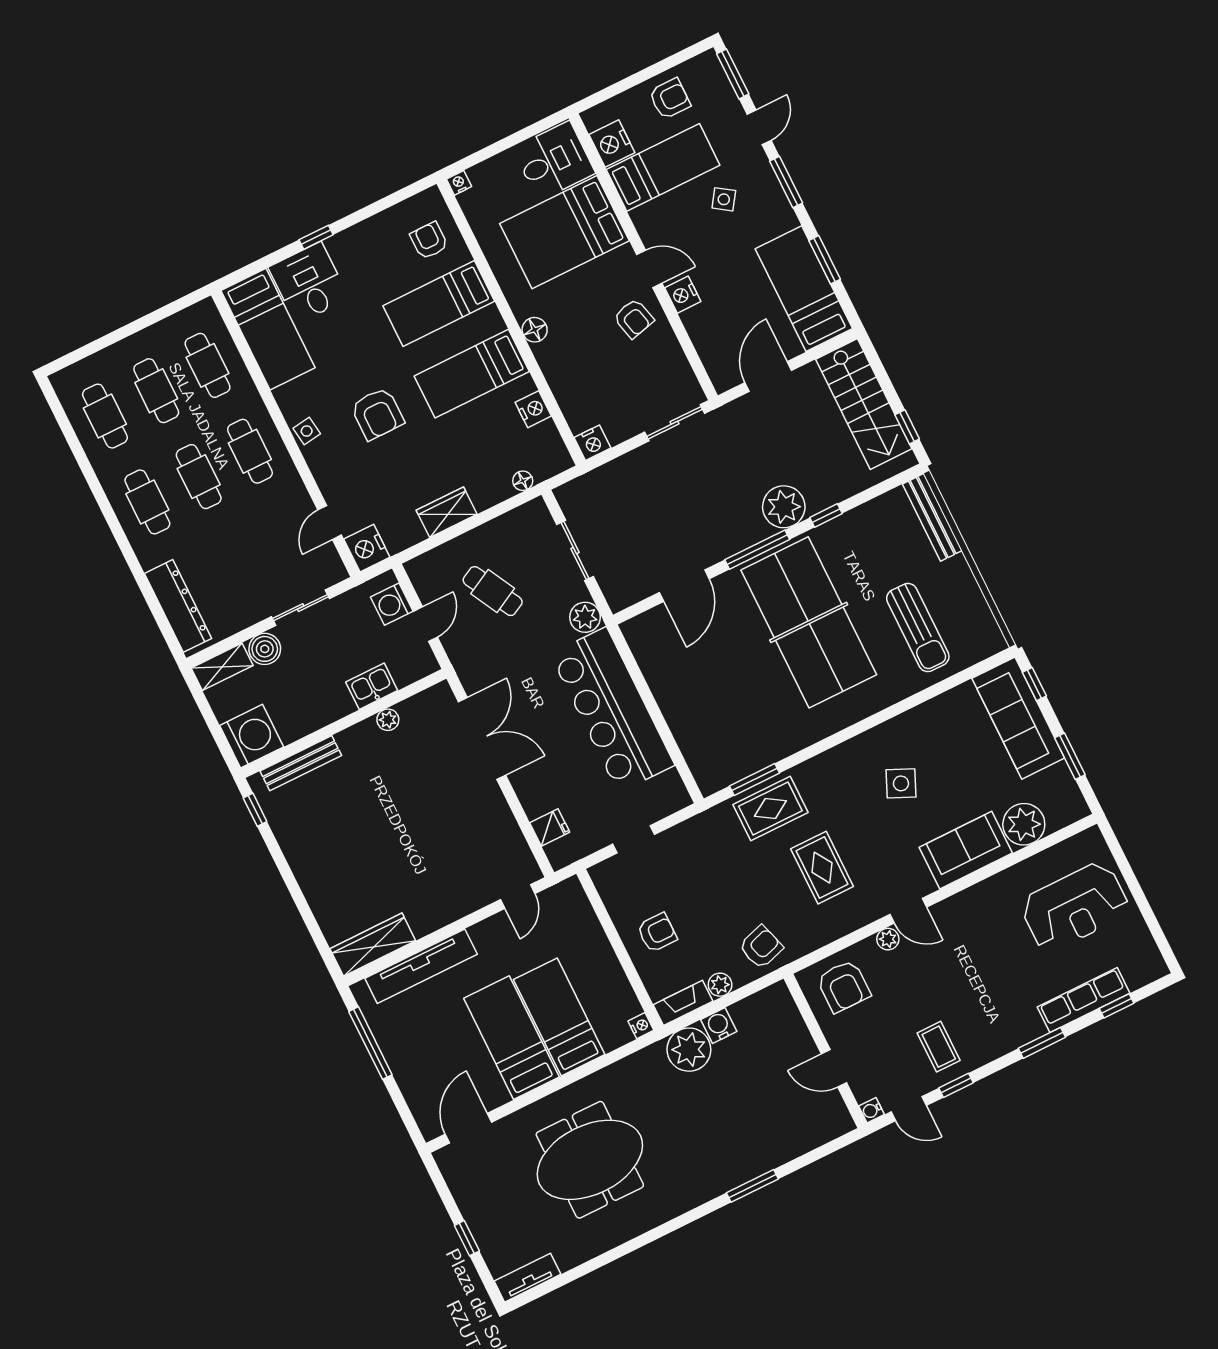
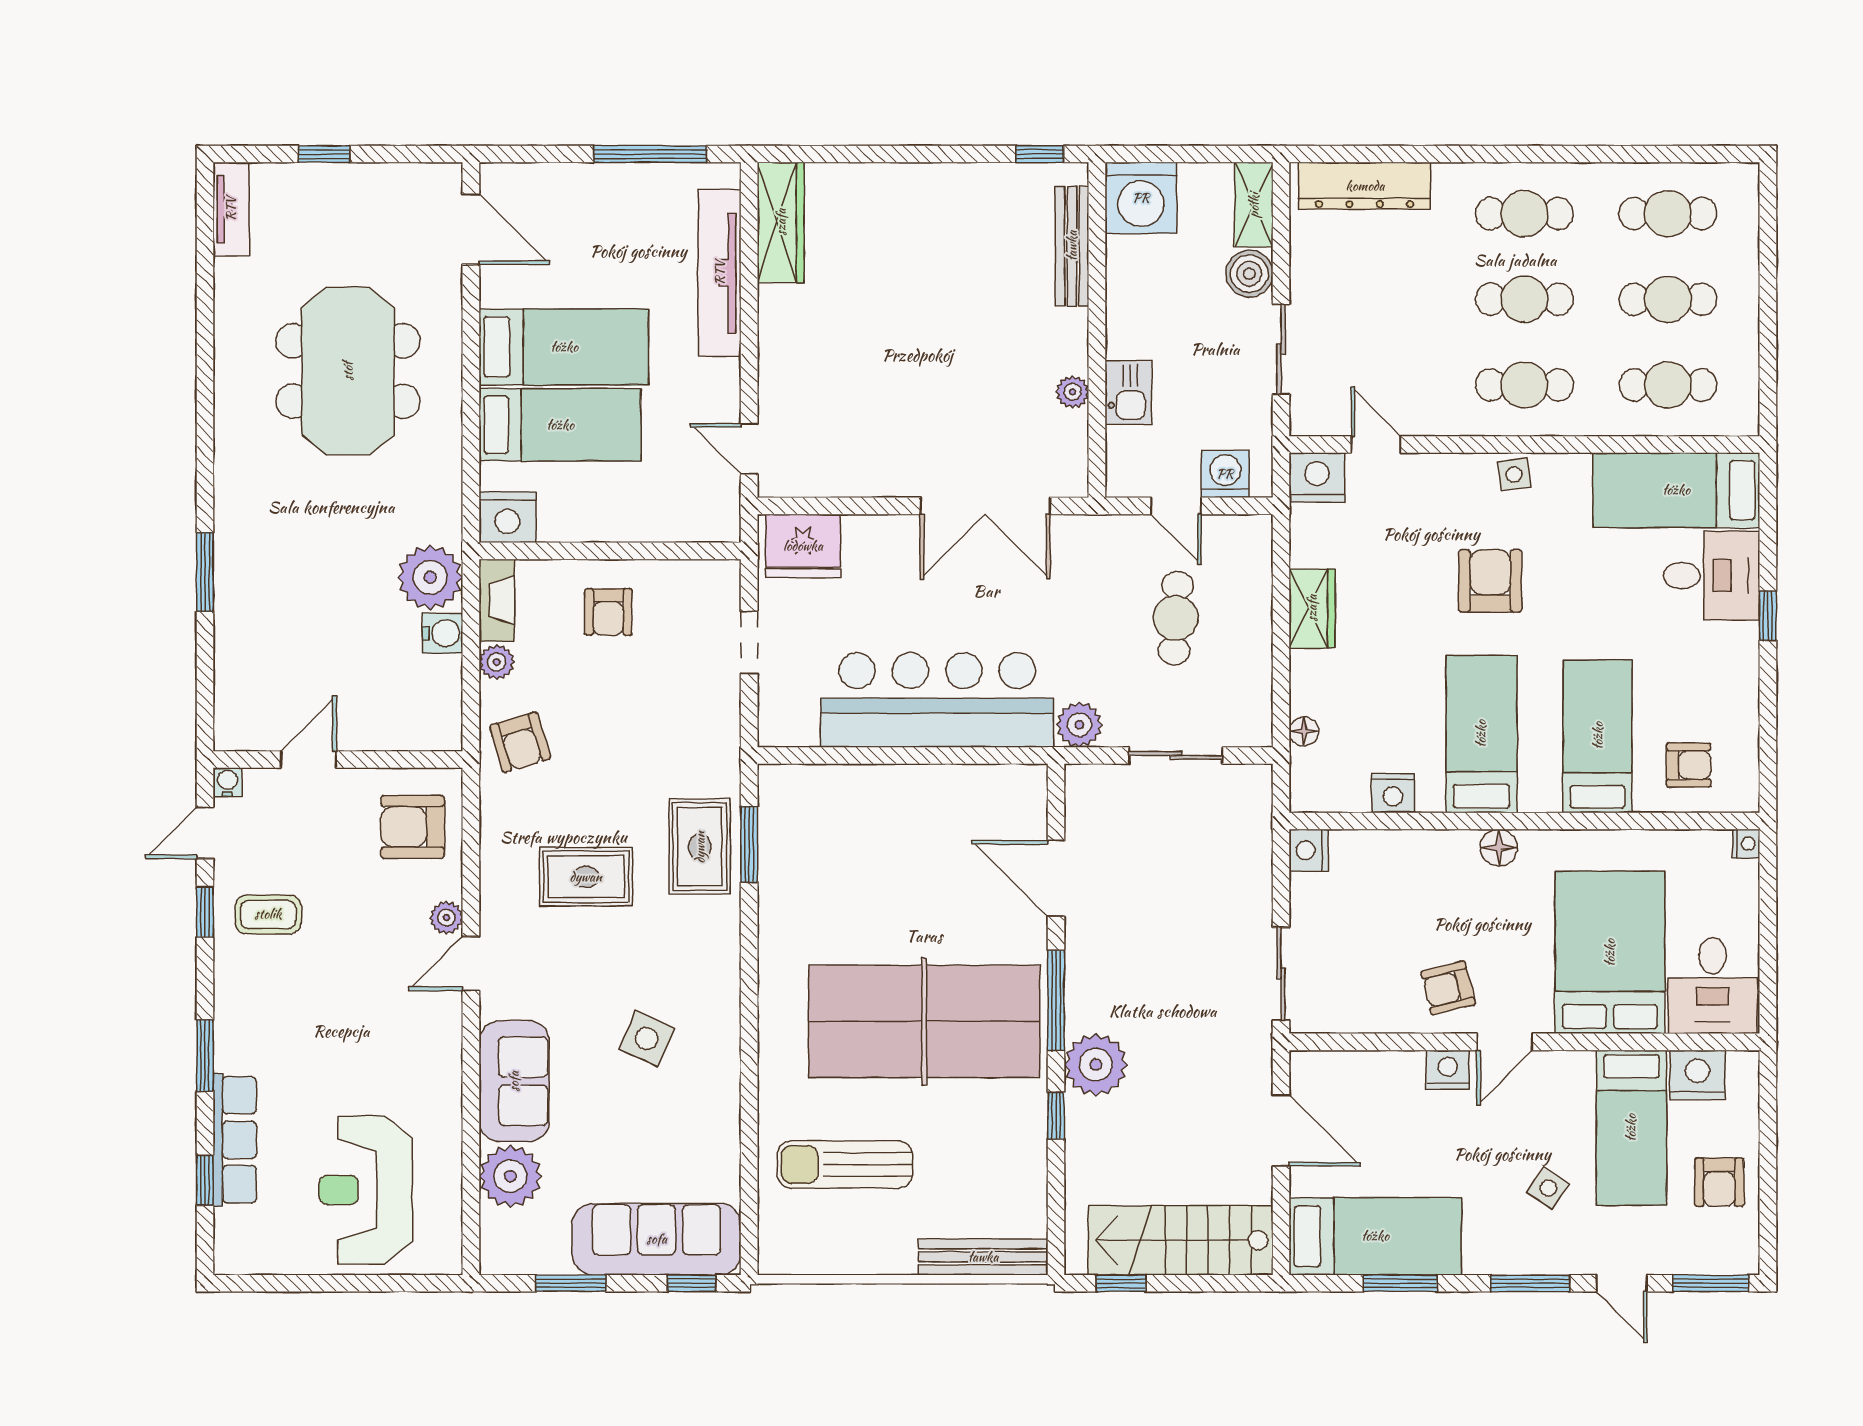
armchair: (377, 414) -> (1490, 581), turned 90
cafe table: (493, 591) -> (1176, 618), turned -59
fridge: (550, 827) -> (803, 546), width x1.88, depth x1.34
nightstand: (641, 1026) -> (507, 517), width x1.89, depth x1.79

